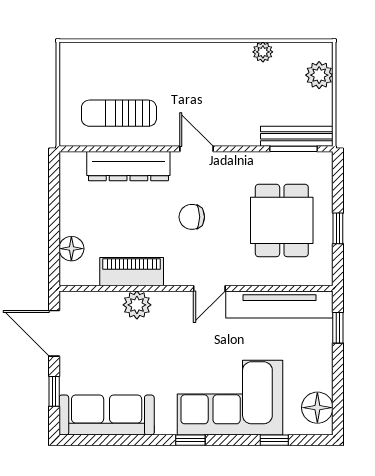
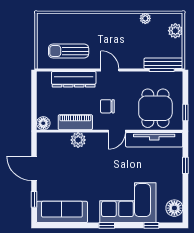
piano: (132, 272) -> (75, 122), moved
wall: (196, 288) -> (110, 131), moved
door: (209, 288) -> (117, 131), moved
tv unit: (279, 304) -> (154, 140), moved
plant: (137, 305) -> (78, 140), moved

